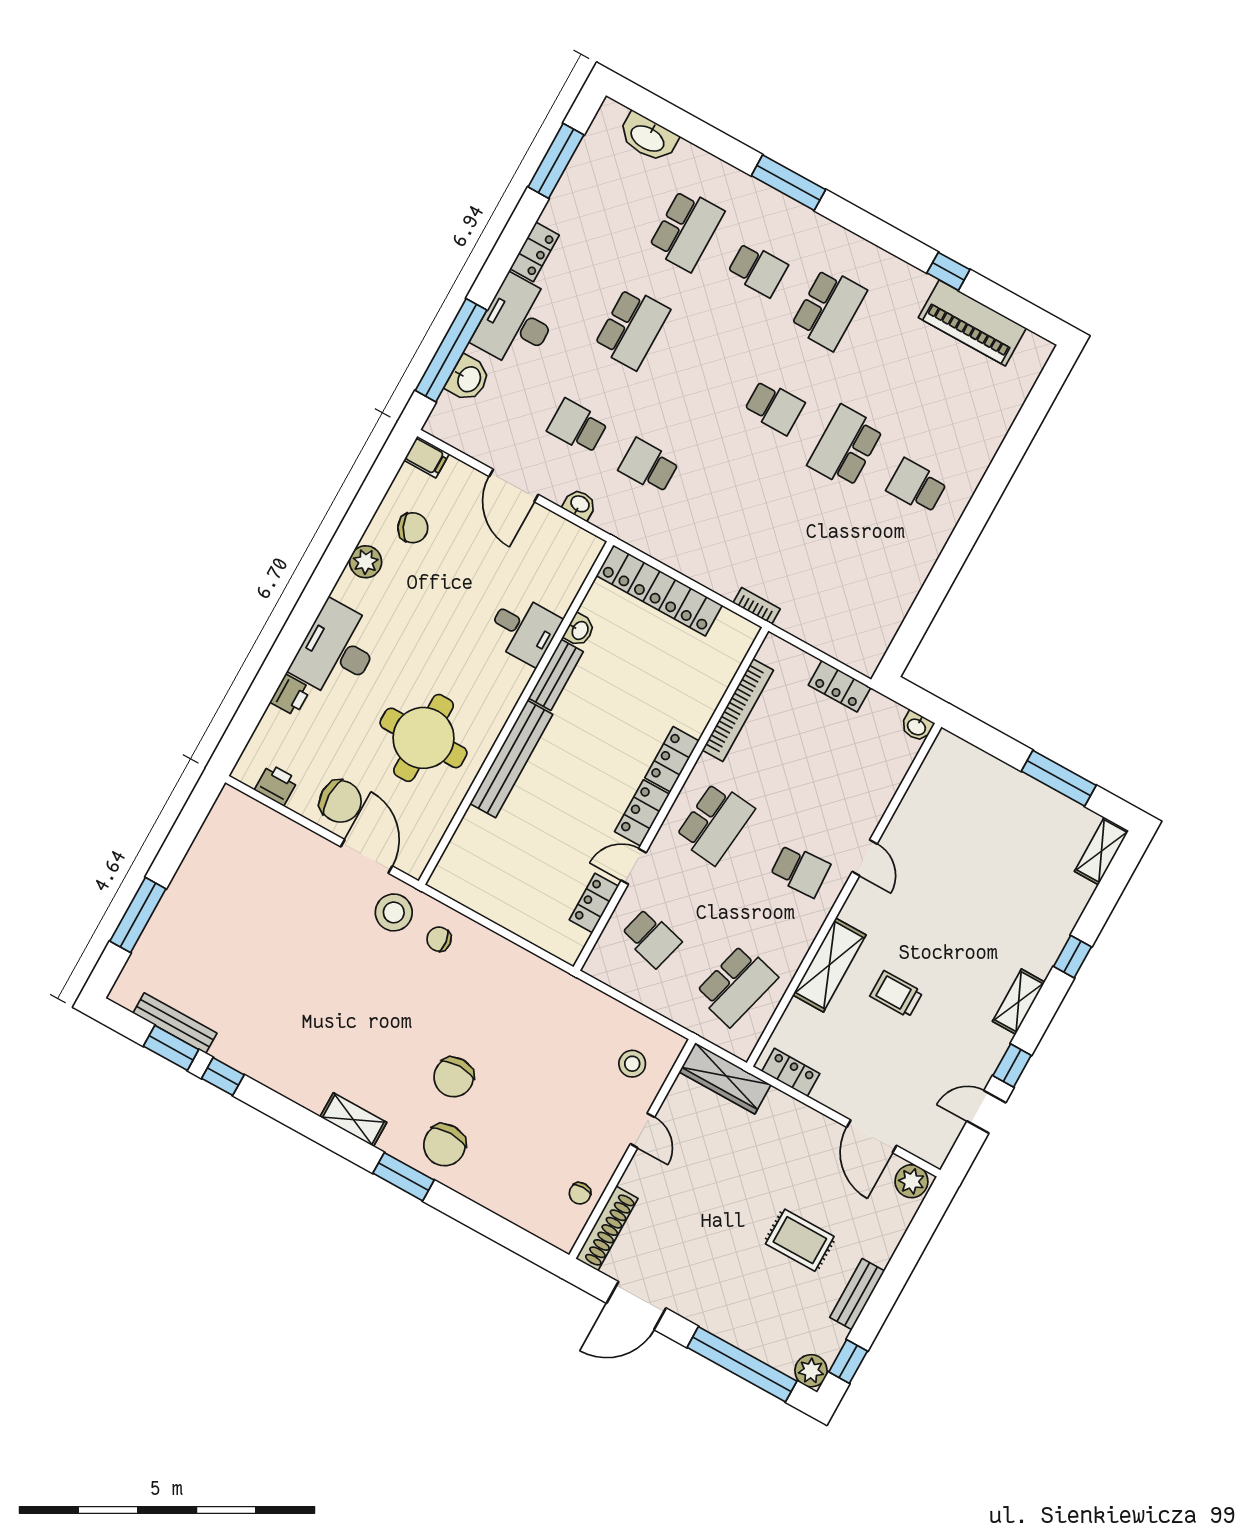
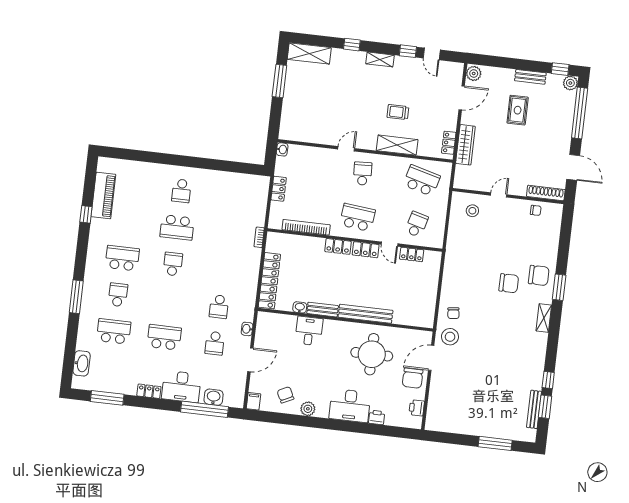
chair: (340, 801) -> (413, 378), turned 180
shelving: (1102, 851) -> (309, 53), width x1.50, depth x1.33
trolley: (896, 994) -> (398, 112), turned 90
wardrobe: (725, 1078) -> (465, 145), moved

